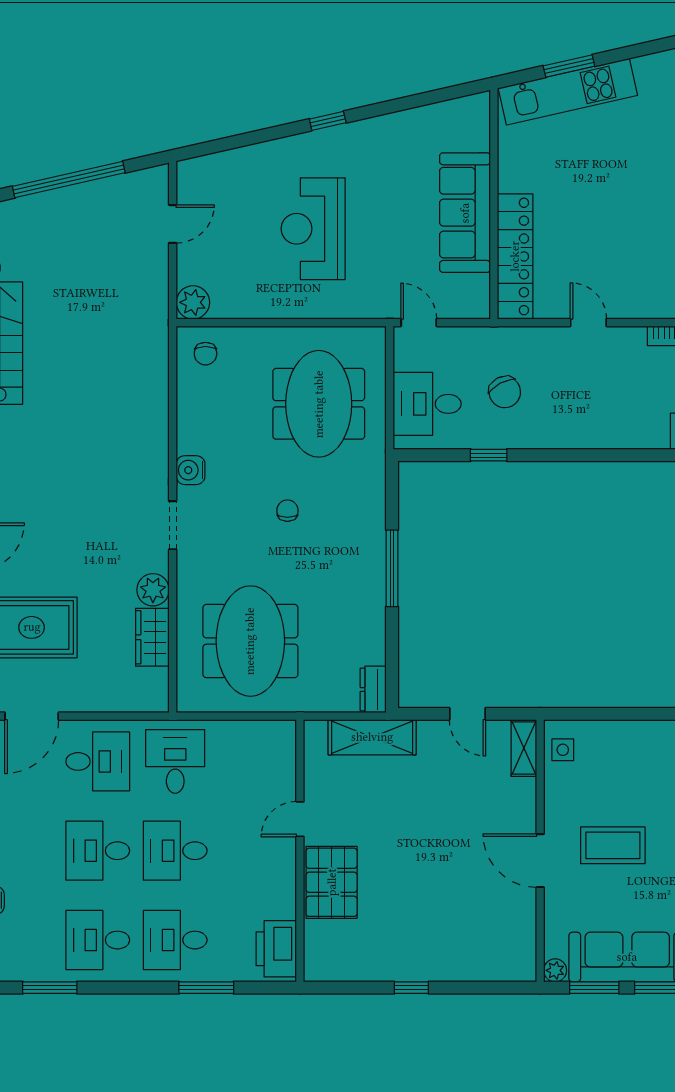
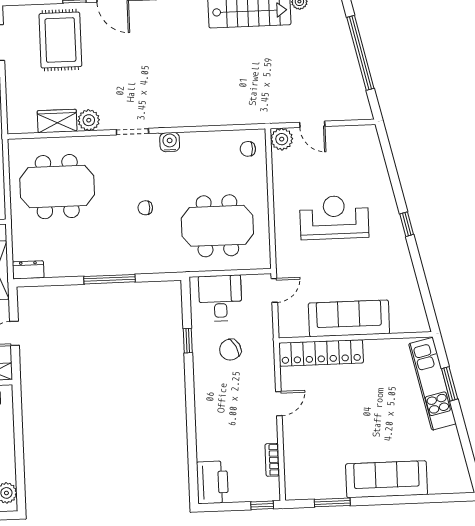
door: (173, 224) -> (312, 124), moved
chair: (287, 511) -> (145, 208), turned 180

